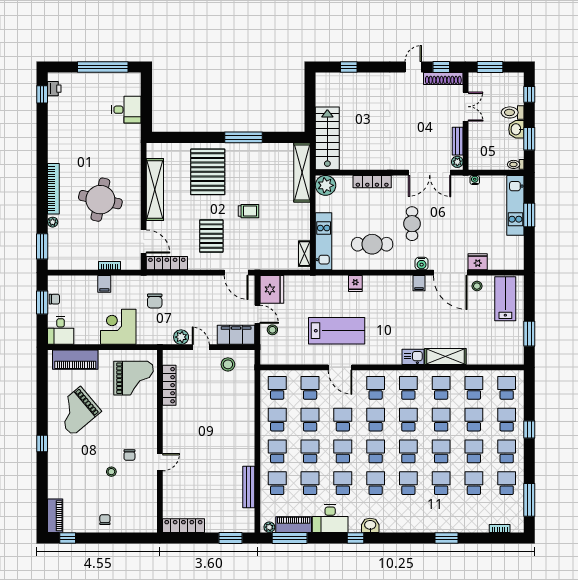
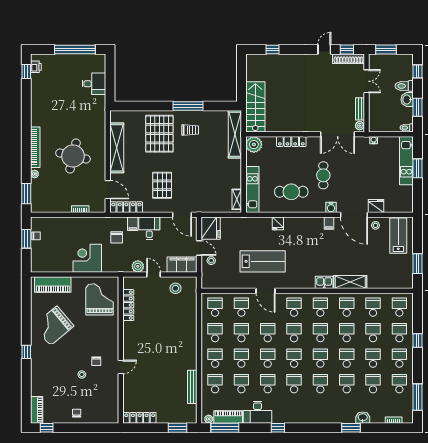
trolley: (249, 211) -> (190, 130), moved
filing cabinet: (104, 284) -> (133, 224), moved
desk: (61, 330) -> (149, 228), moved, turned 180
grand piano: (133, 378) -> (100, 299), turned -90
washbasin: (370, 525) -> (363, 418), moved

